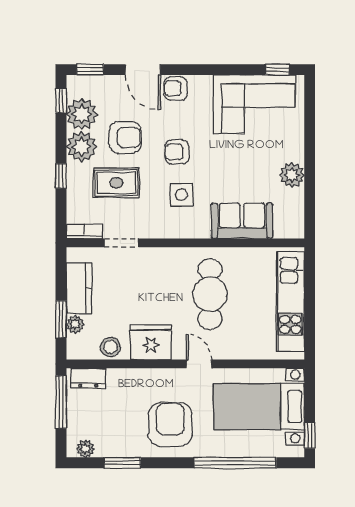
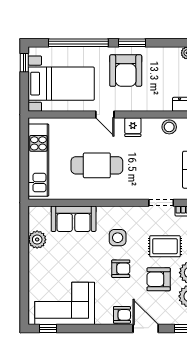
plant: (292, 175) -> (37, 240), moved
cafe table: (210, 294) -> (97, 165), turned 90
fridge: (151, 342) -> (133, 127), width x0.53, depth x0.75
window: (122, 463) -> (132, 43), moved

